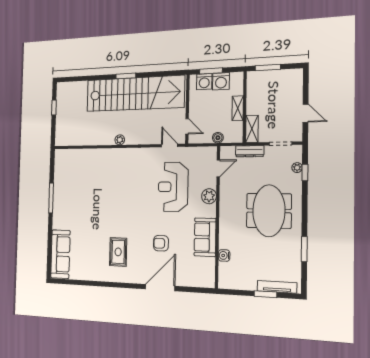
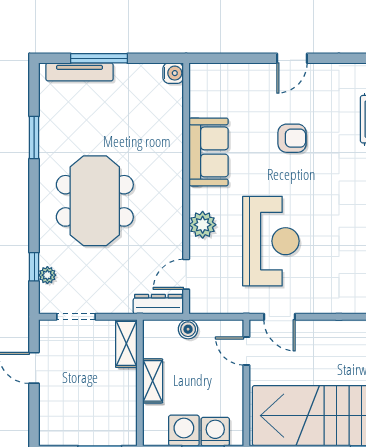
dresser: (250, 151) -> (158, 304), moved
water cooler: (224, 255) -> (173, 73), moved
door: (160, 288) -> (292, 58), width x0.53
window: (265, 294) -> (99, 58), width x1.44

